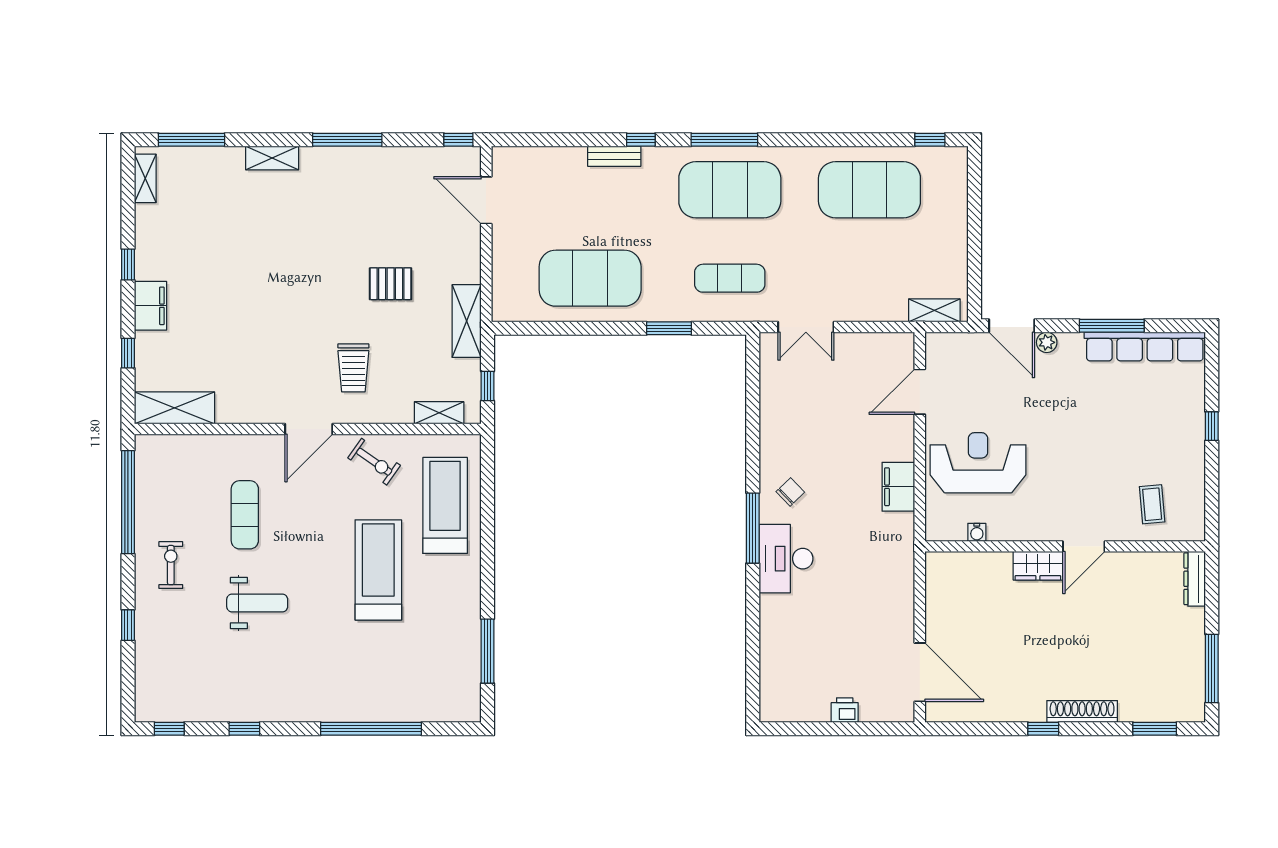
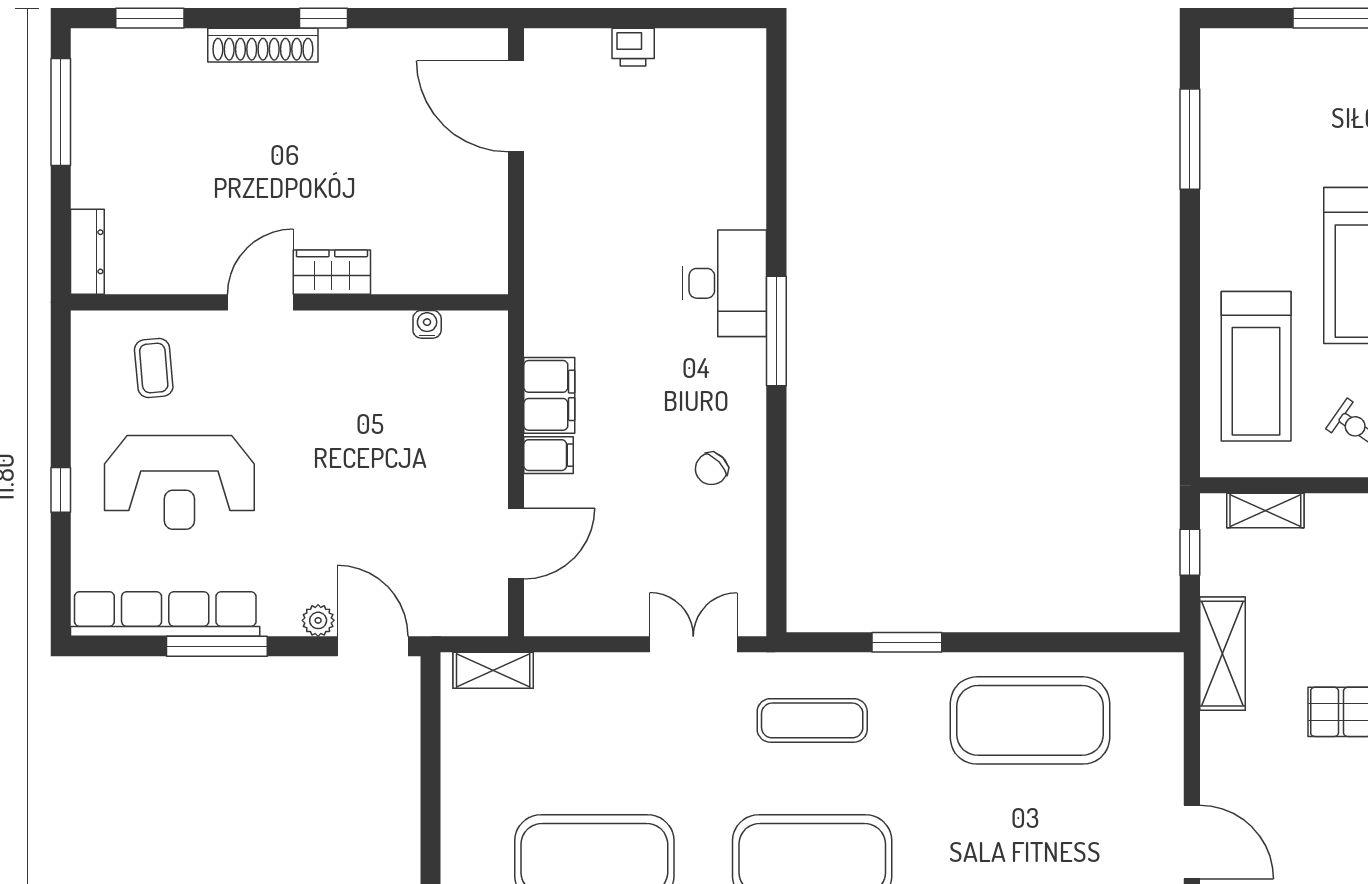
filing cabinet: (899, 448) -> (549, 455), added
reception desk: (978, 463) -> (179, 482), moved
chair: (790, 492) -> (711, 469), moved

